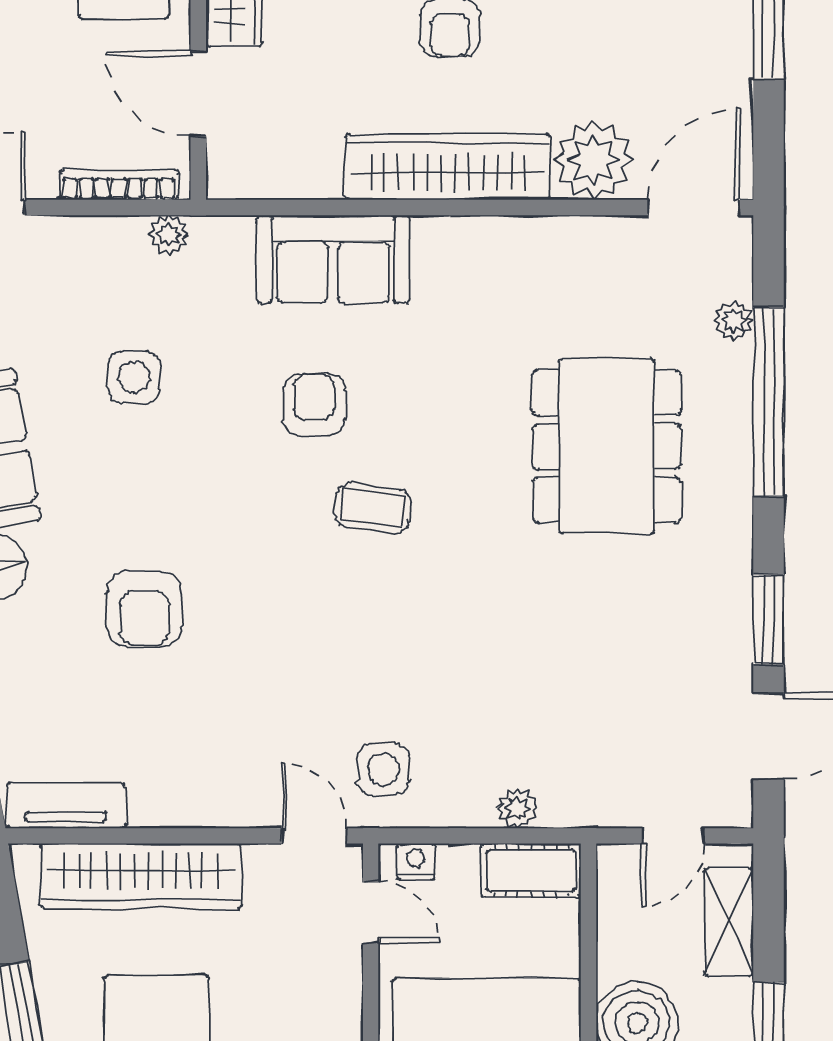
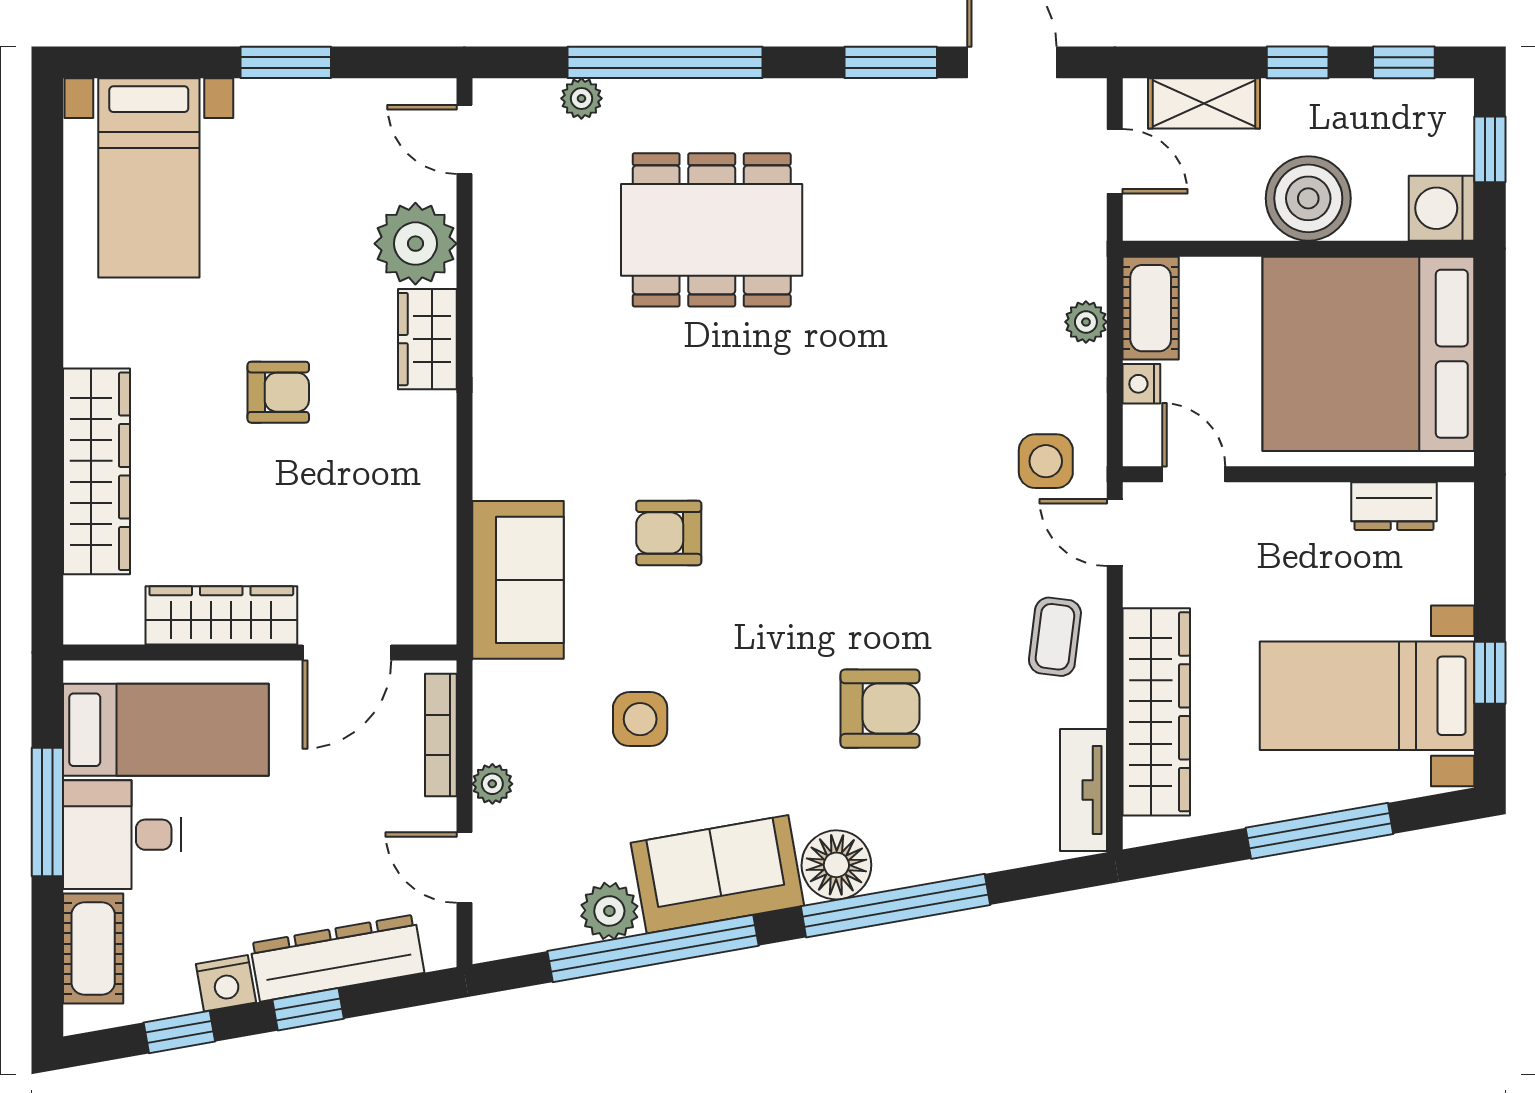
wardrobe: (448, 167) -> (427, 339), width x0.48, depth x0.85
door: (694, 207) -> (464, 140), width x0.73
plant: (169, 234) -> (492, 784), moved
sofa: (333, 259) -> (518, 580), moved
coffee table: (373, 508) -> (1055, 637), moved
door: (314, 836) -> (1115, 533), hinge flipped
nightstand: (416, 862) -> (1141, 384), moved
door: (371, 912) -> (1194, 474), hinge flipped

